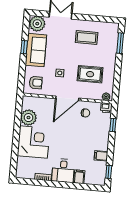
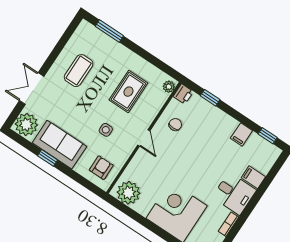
door: (67, 98) -> (144, 138), width x0.53
plant: (28, 118) -> (129, 193), moved

